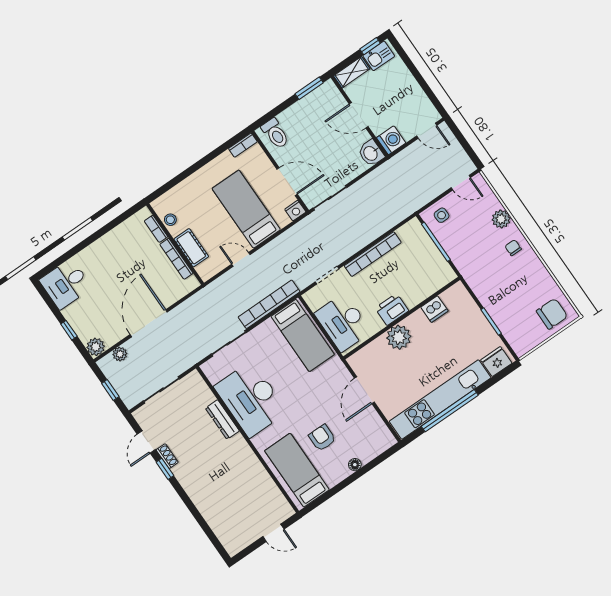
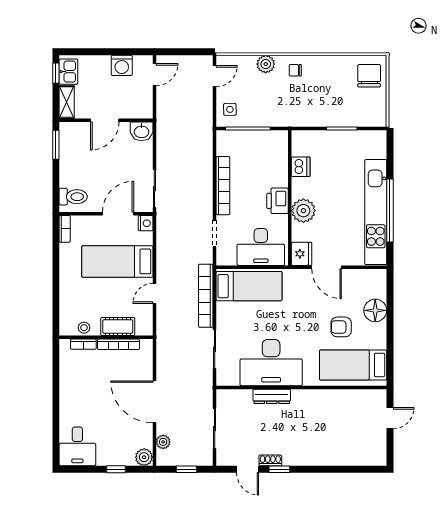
washing machine: (391, 140) -> (122, 65), moved, turned 180
fridge: (496, 362) -> (301, 254), moved, turned 180
floor lamp: (355, 465) -> (375, 310), width x1.89, depth x1.89

